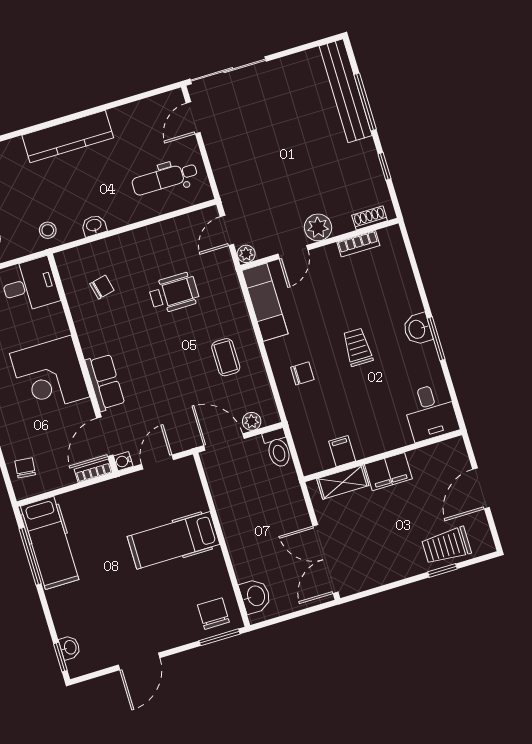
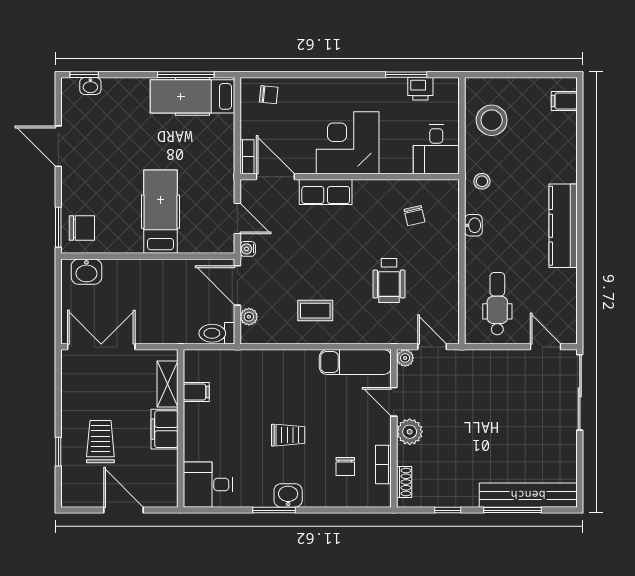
chair: (302, 373) -> (345, 467), moved
door: (224, 442) -> (237, 285), swing flipped
water cooler: (123, 461) -> (248, 249), moved, turned -90
trolley: (446, 546) -> (100, 442), moved

